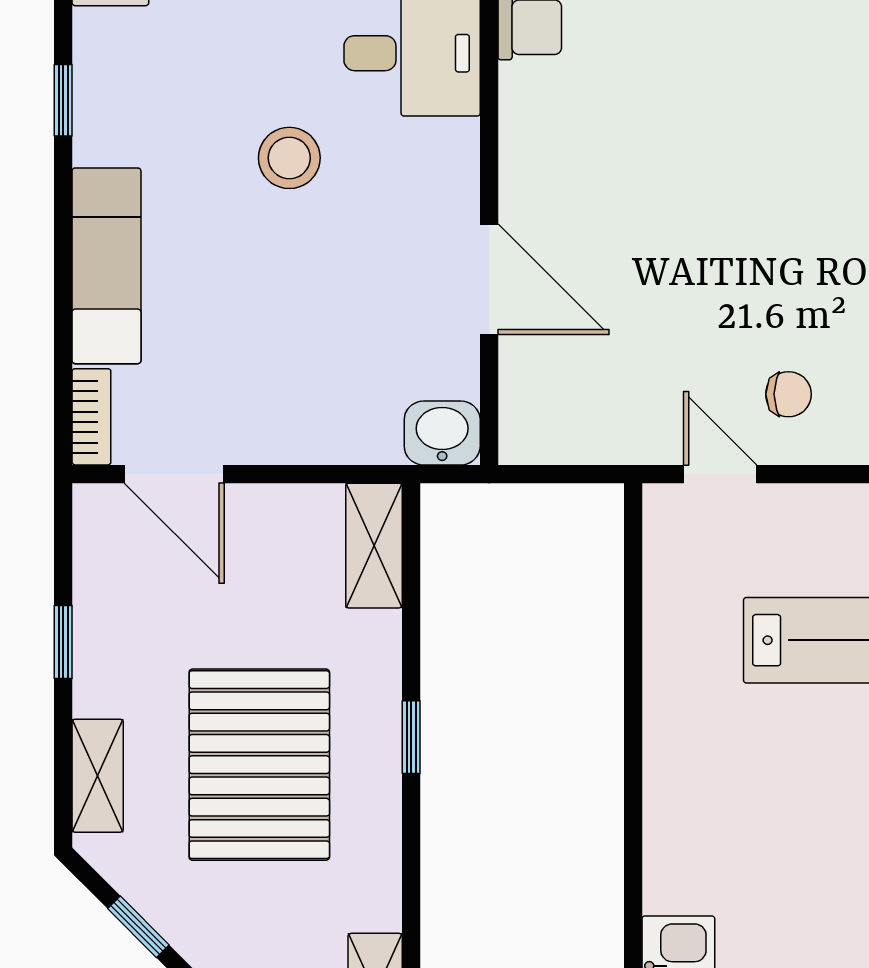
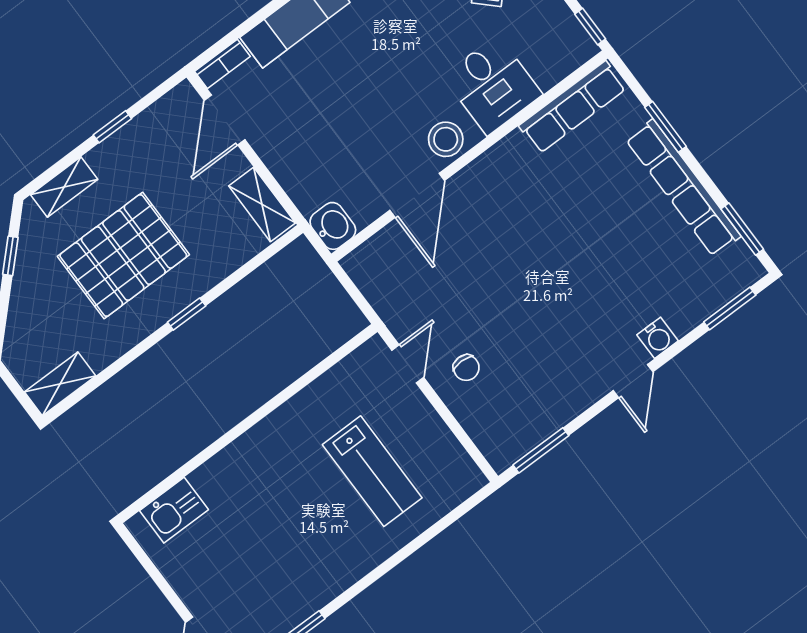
stool: (289, 158) -> (446, 139), moved
shelving: (374, 546) -> (262, 204), moved, turned 90

